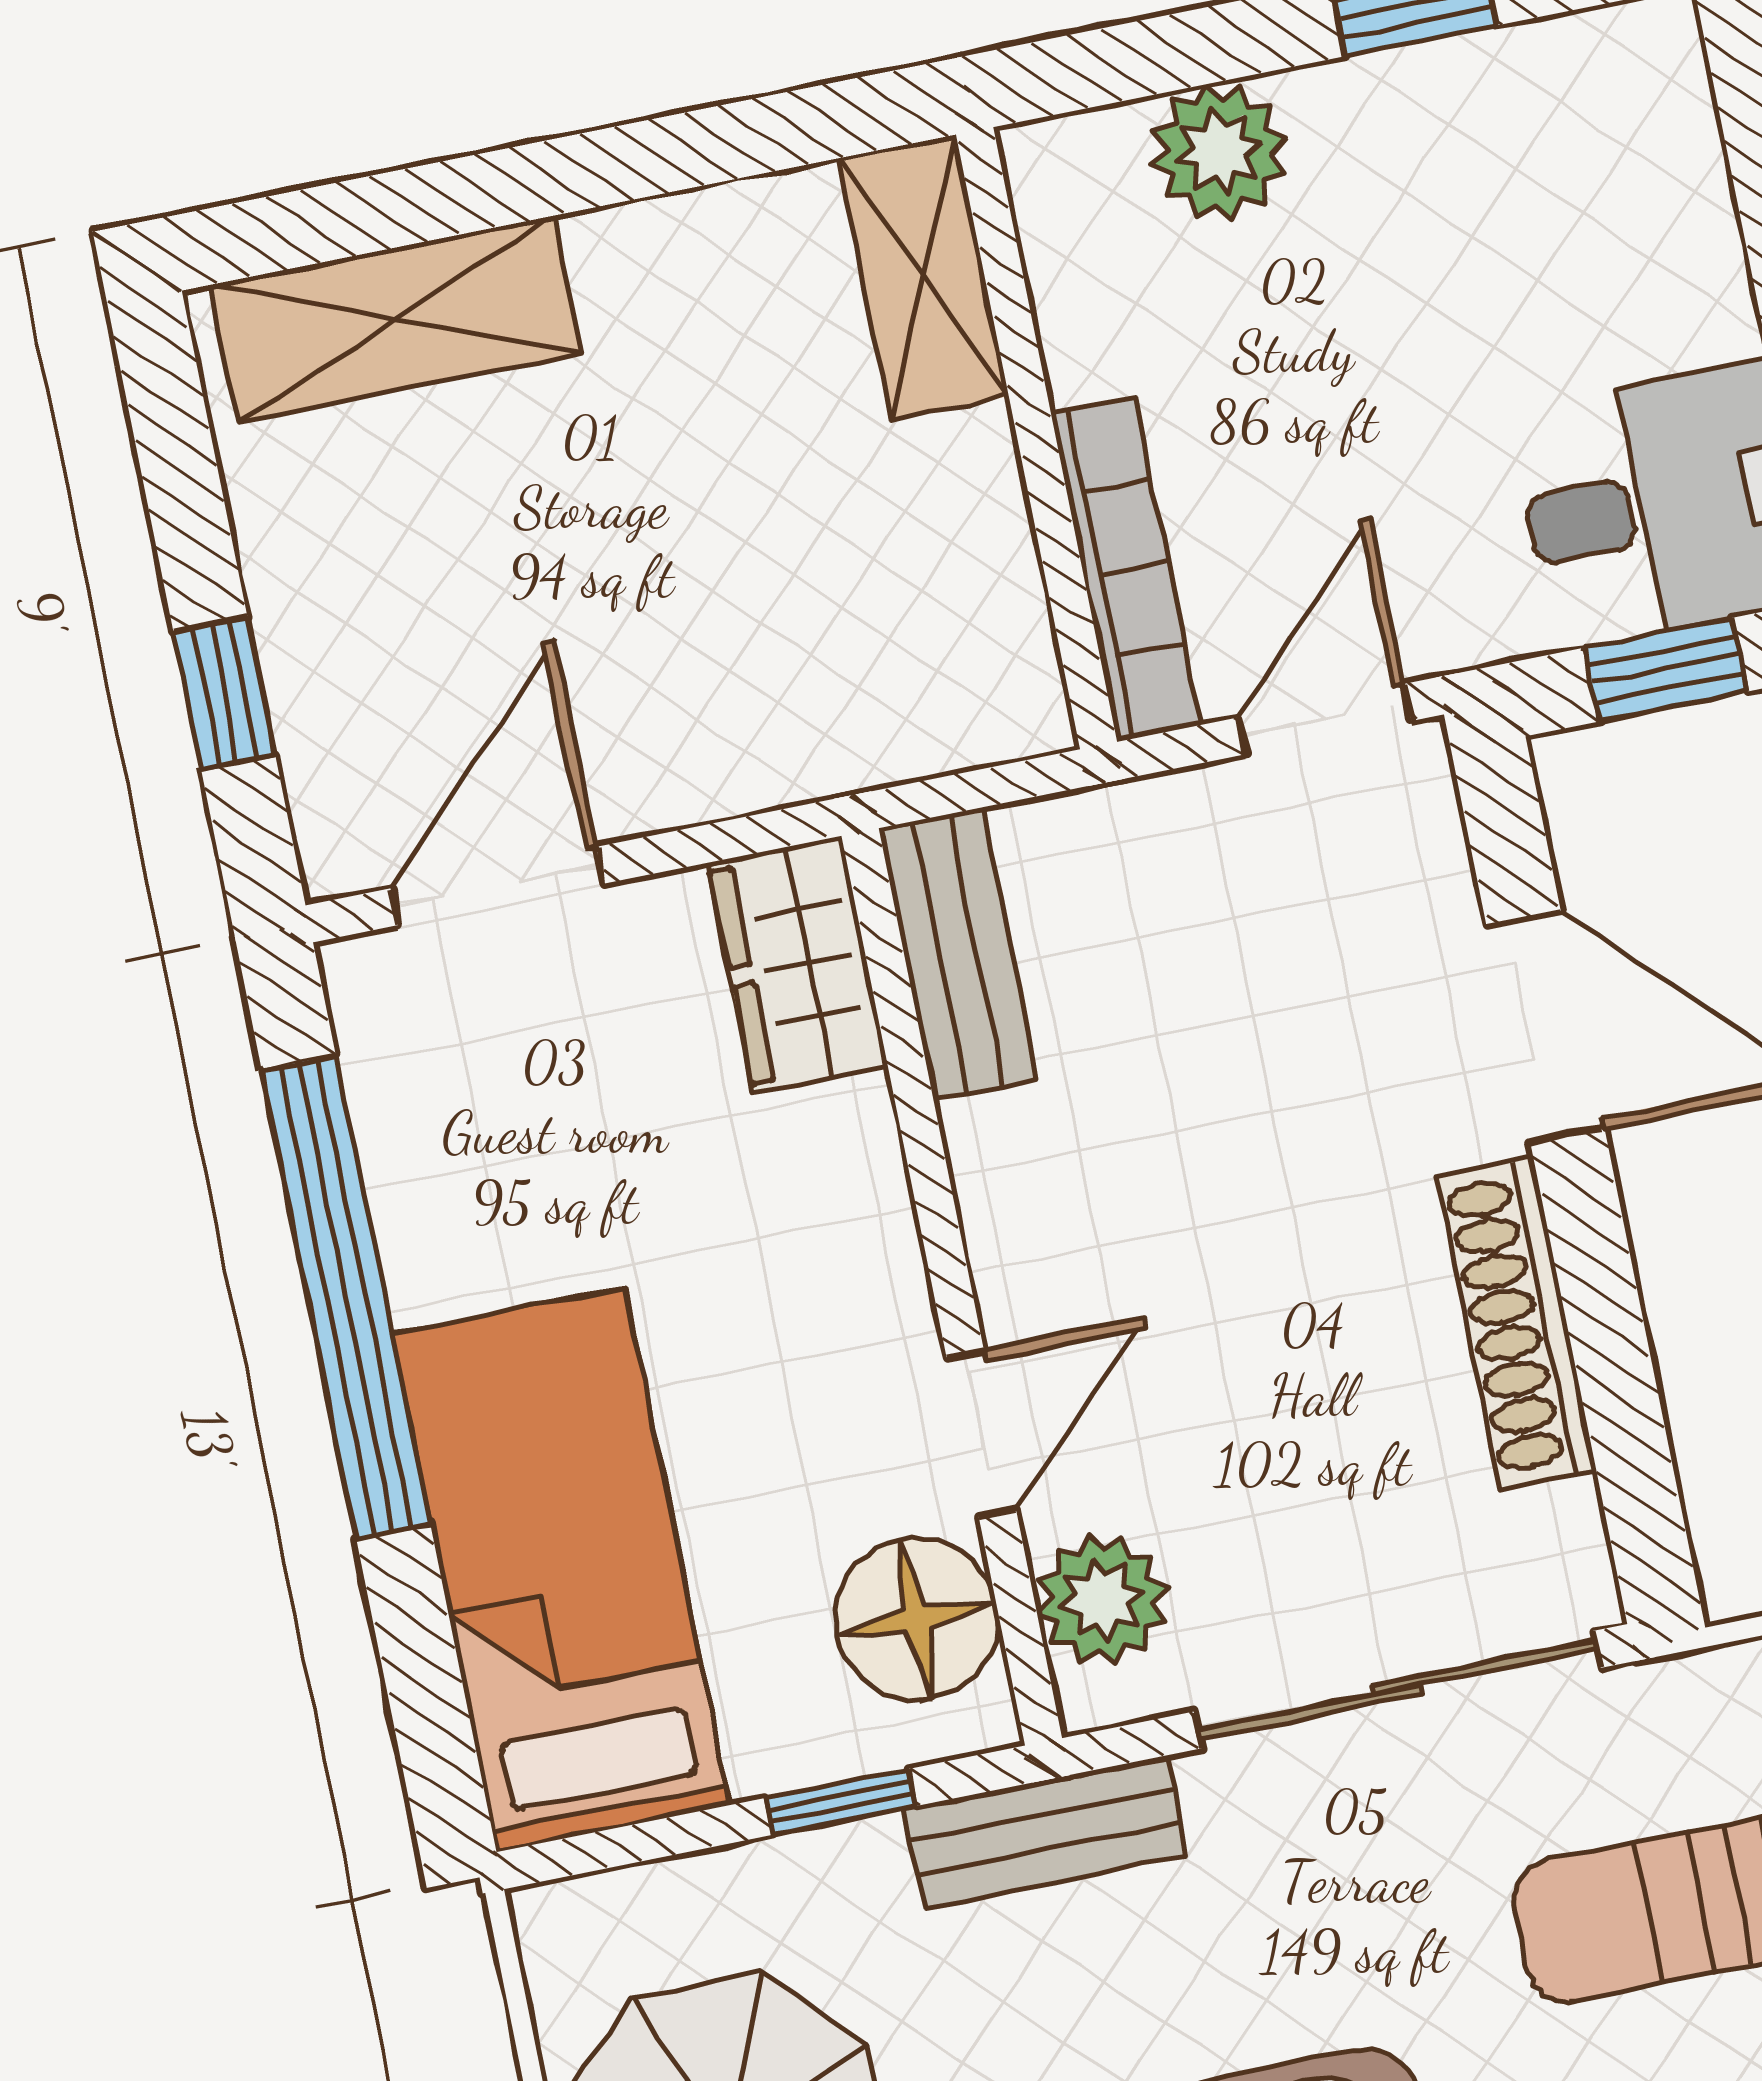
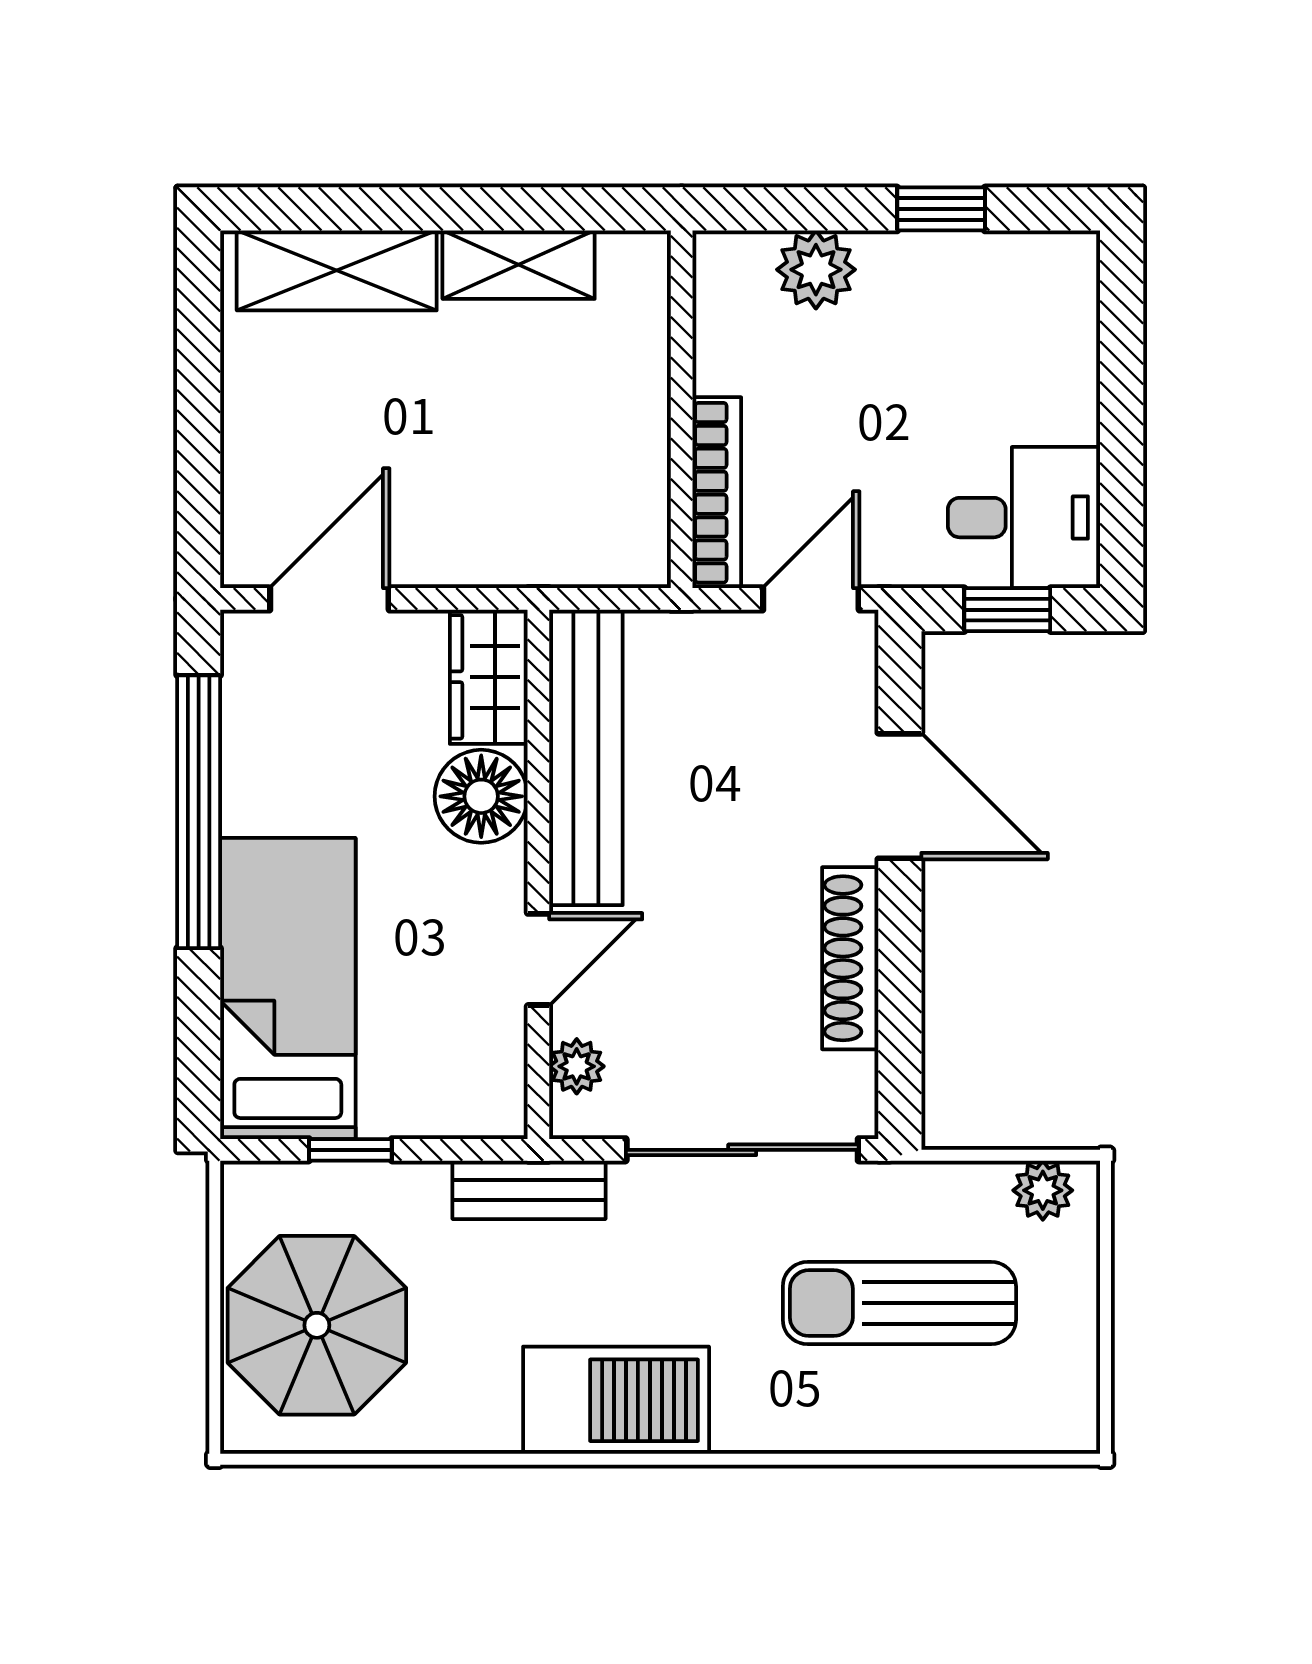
shelving: (924, 277) -> (519, 265), moved, turned 90
window: (224, 694) -> (199, 461), removed
bench: (958, 954) -> (586, 757), width x1.86, depth x1.21
plant: (1102, 1600) -> (577, 1066), width x0.73, depth x0.73
floor lamp: (916, 1619) -> (481, 796), moved
window: (841, 1802) -> (350, 1150), moved

